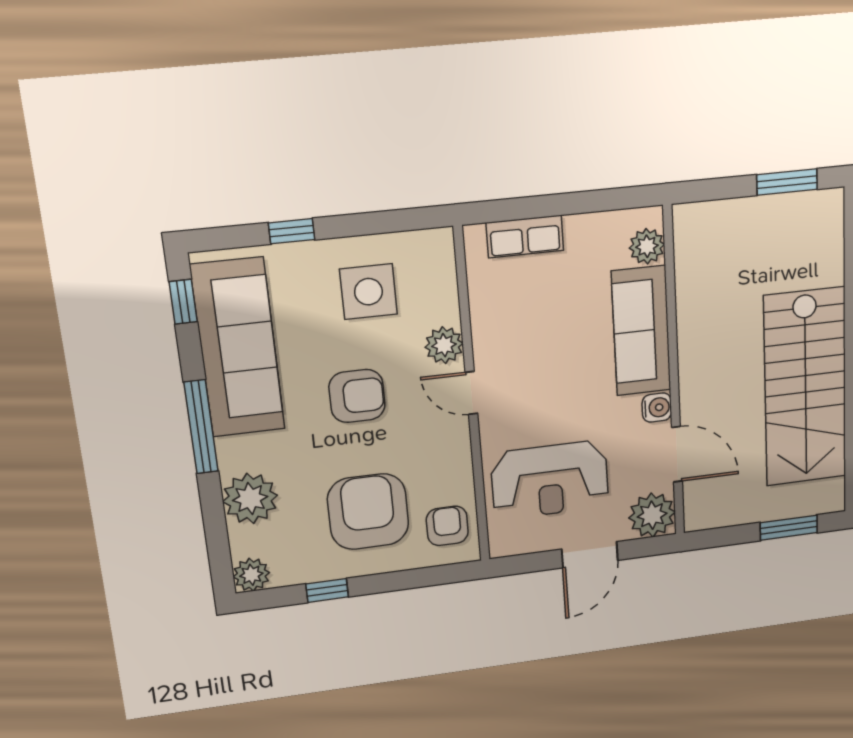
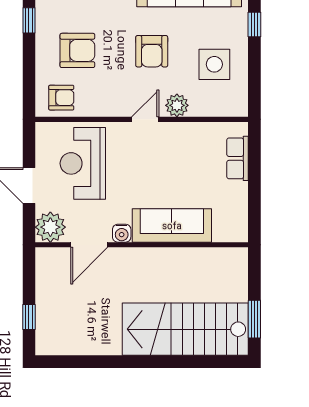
plant: (647, 246) -> (224, 231), removed
stairs: (805, 388) -> (185, 329), moved
armchair: (368, 512) -> (77, 50), width x0.73, depth x0.73
window: (789, 528) -> (29, 317), width x0.67

